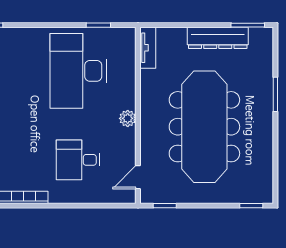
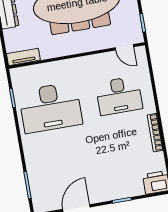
plant: (128, 118) -> (80, 63), removed
desk: (78, 160) -> (119, 96), width x1.37

